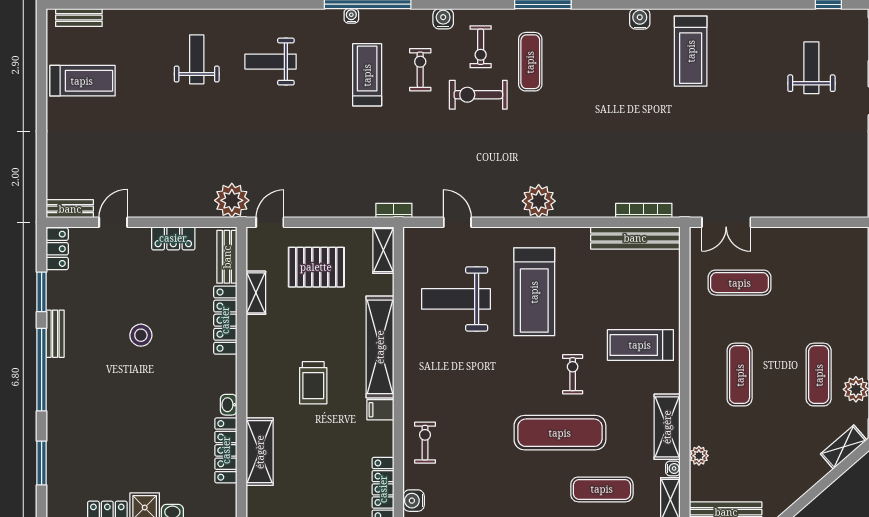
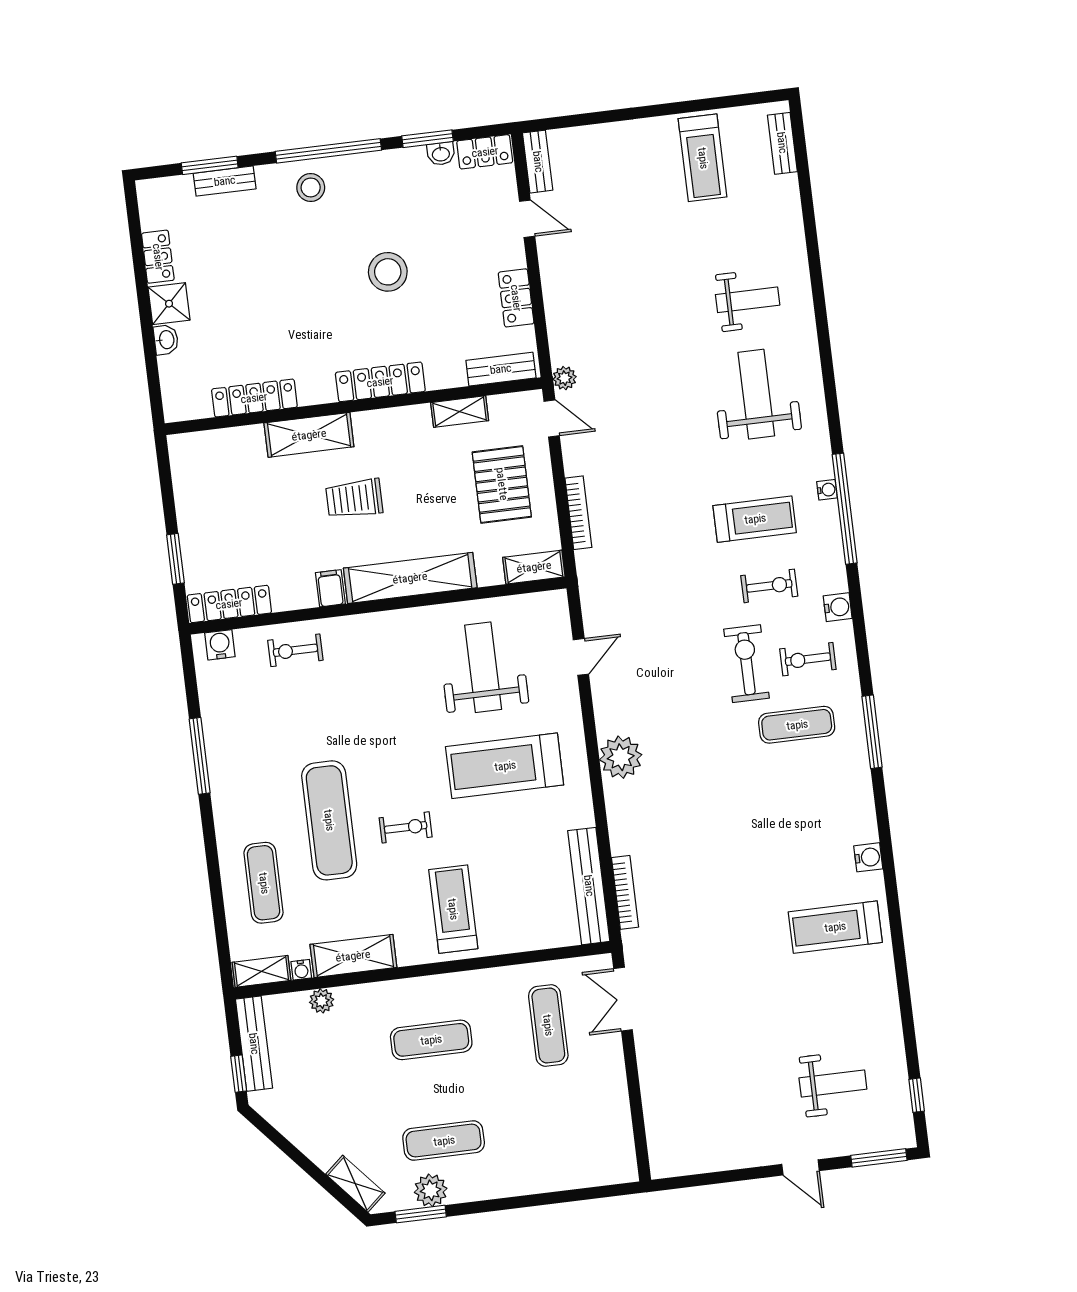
weight bench: (271, 62) -> (756, 394), width x1.36, depth x1.33
plant: (232, 200) -> (564, 378), width x0.53, depth x0.53
bookcase: (394, 211) -> (578, 513), moved, width x1.56
locker: (225, 320) -> (380, 382), moved
bench: (55, 334) -> (225, 181), moved
stool: (141, 335) -> (388, 272), width x1.38, depth x1.38
stool: (68, 387) -> (311, 187), added
washbasin: (229, 405) -> (441, 154), moved, turned 180
exercise bike: (425, 443) -> (295, 650), turned 180
shelving: (260, 452) -> (309, 435), moved

